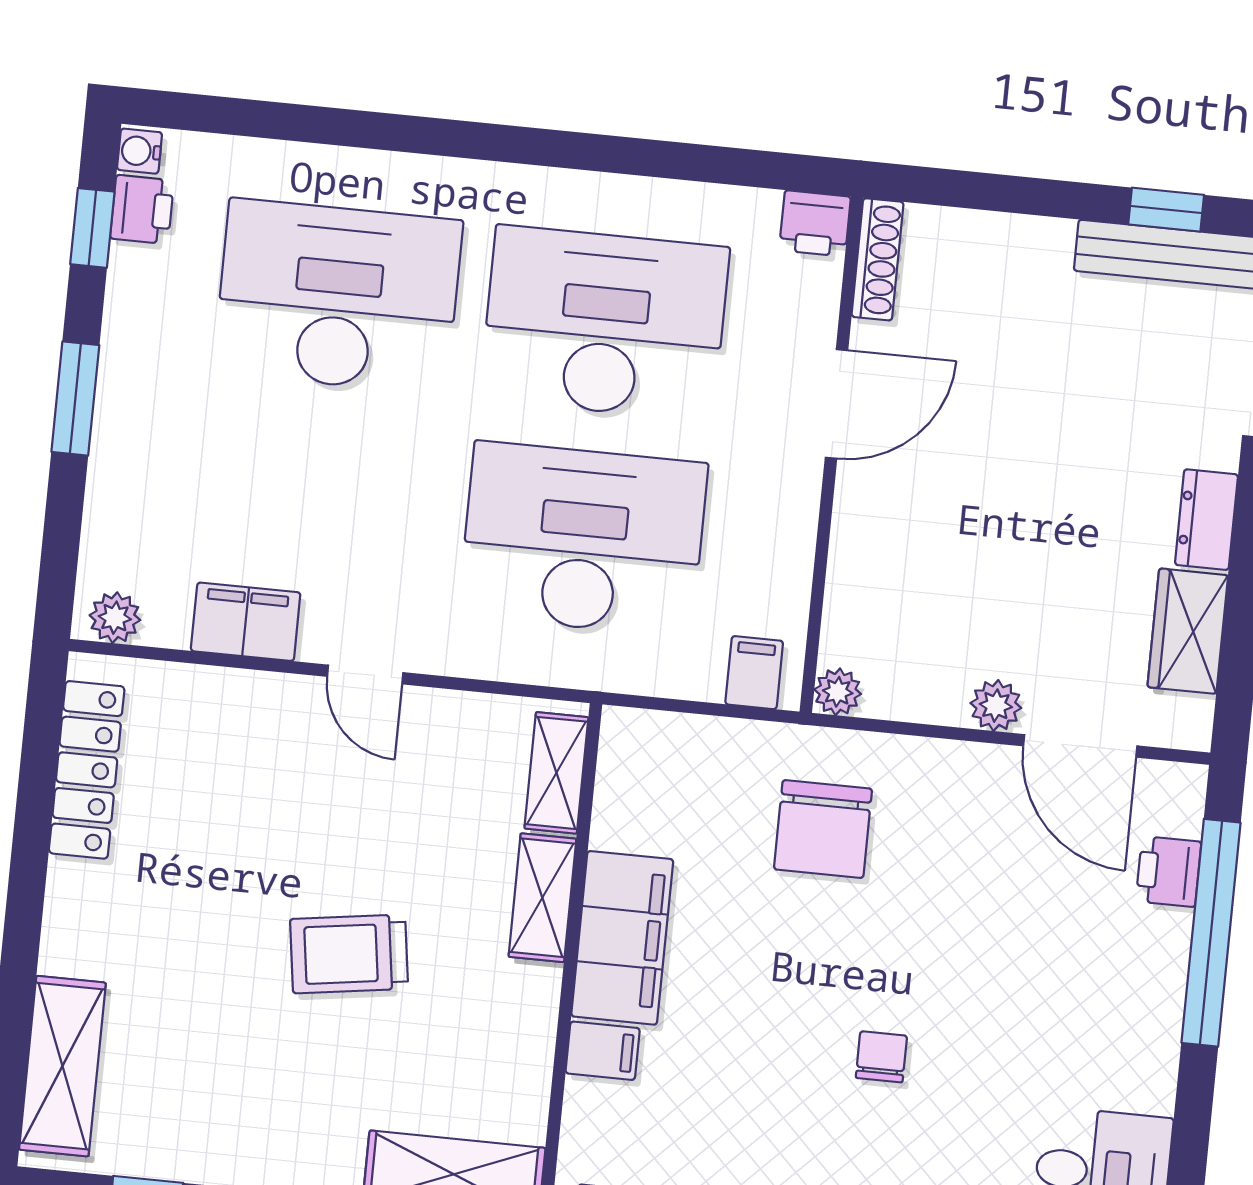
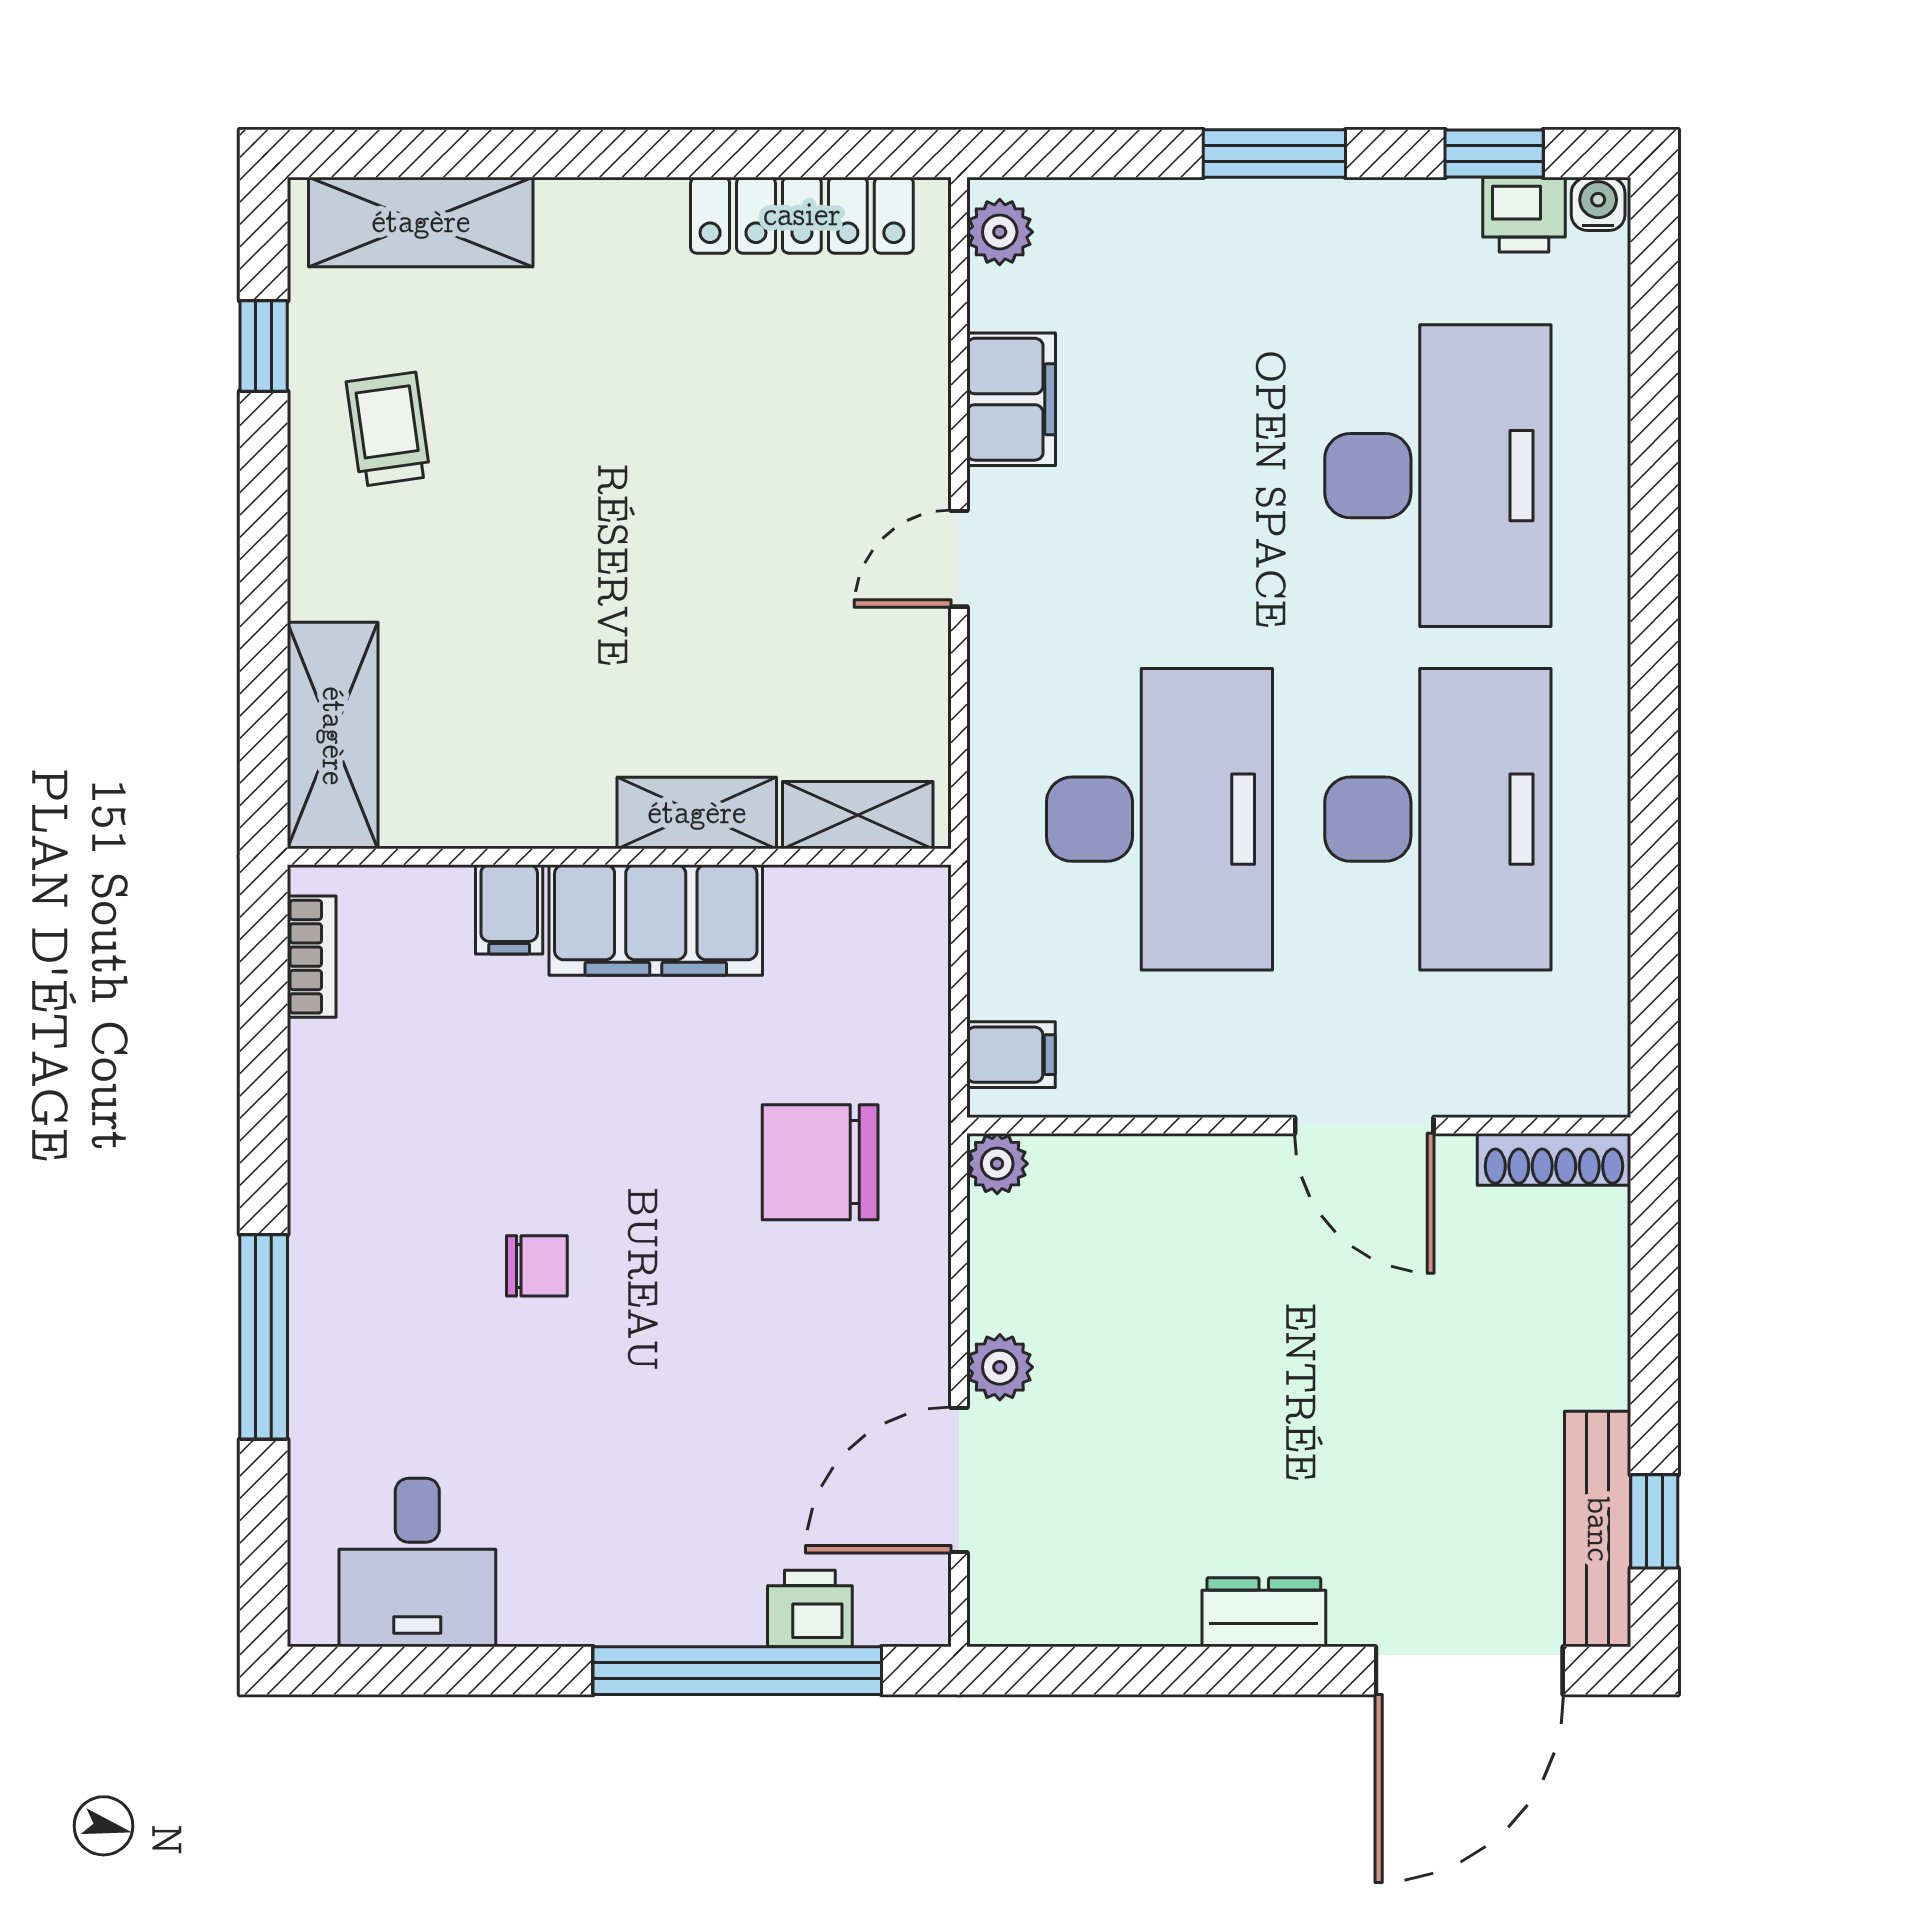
printer: (815, 223) -> (1592, 1075), removed
wardrobe: (1188, 631) -> (1119, 1603), removed
trolley: (349, 954) -> (388, 429), moved, width x0.73, depth x0.72

